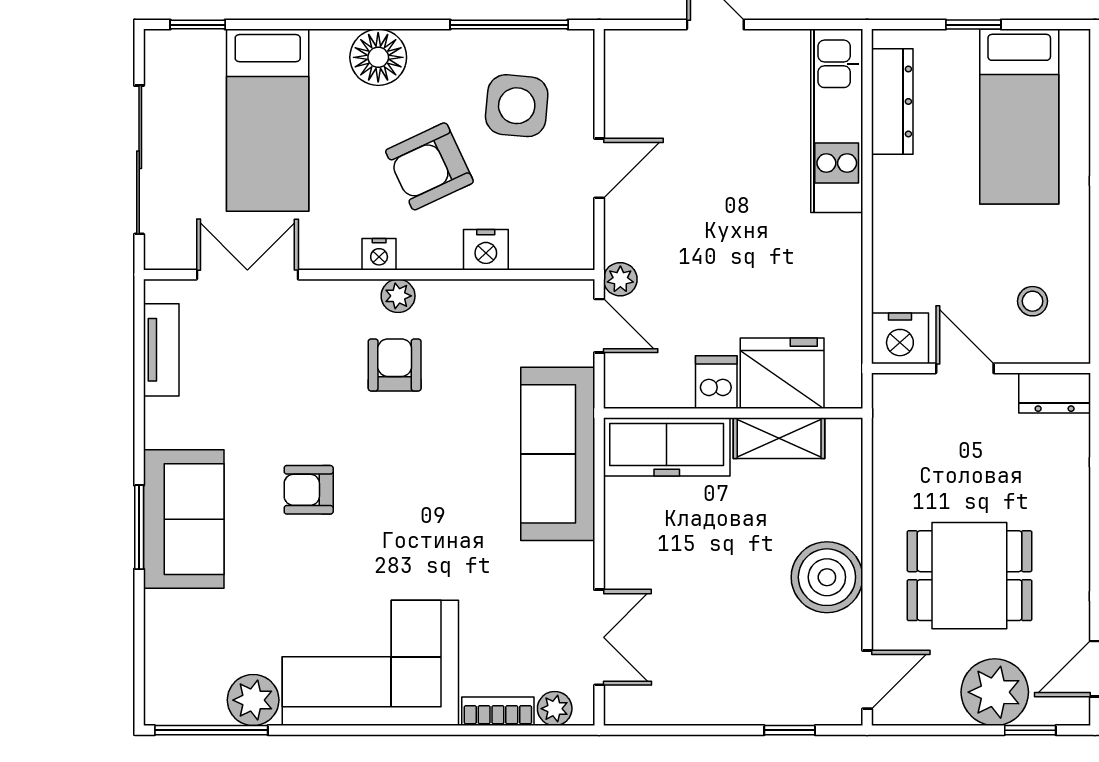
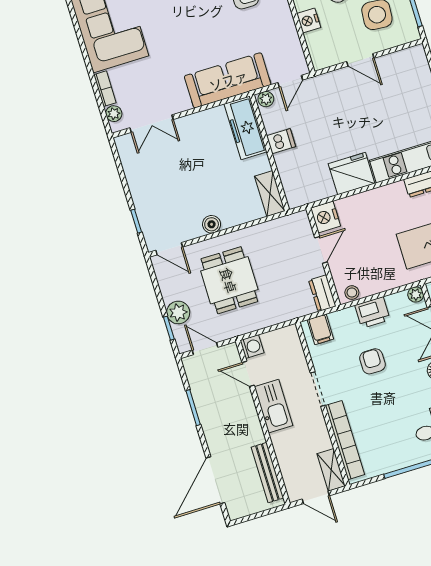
plant: (620, 279) -> (266, 99), moved
stool: (1033, 301) -> (352, 293), moved
fridge: (782, 373) -> (352, 174), moved, turned -90
shelving: (779, 438) -> (270, 194), moved
boiler: (827, 577) -> (212, 224), width x0.54, depth x0.54
plant: (995, 692) -> (178, 312), width x0.73, depth x0.73

